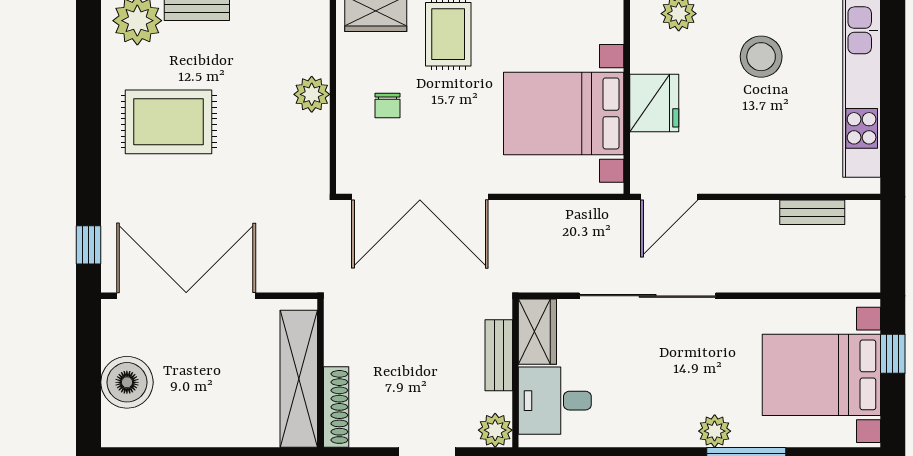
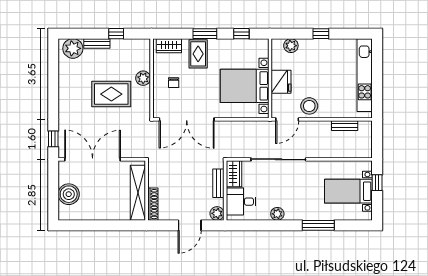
stool: (761, 57) -> (309, 106), moved
rug: (169, 122) -> (111, 94), moved
bed with nightstands: (821, 375) -> (348, 191), width x0.73
plant: (715, 431) -> (277, 214), moved

